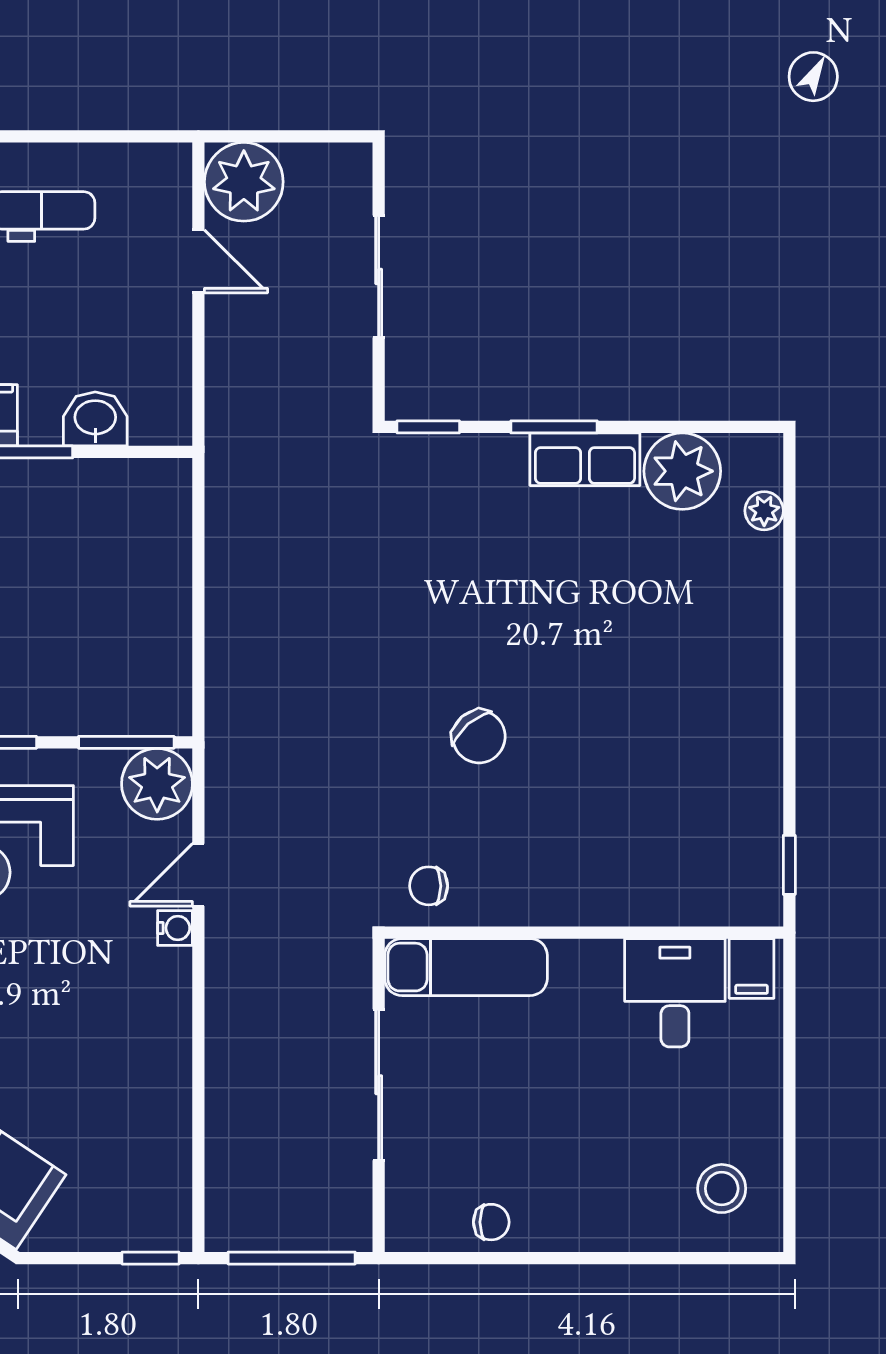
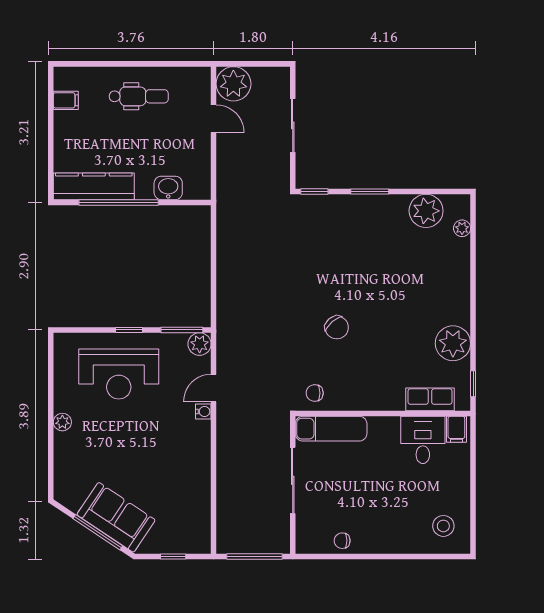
row of seats: (585, 459) -> (430, 399), moved, turned 180
plant: (743, 773) -> (453, 343), added
plant: (157, 784) -> (200, 344), width x0.73, depth x0.73
chair: (491, 1222) -> (342, 541), turned 180
window: (151, 1258) -> (173, 556), moved

